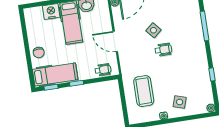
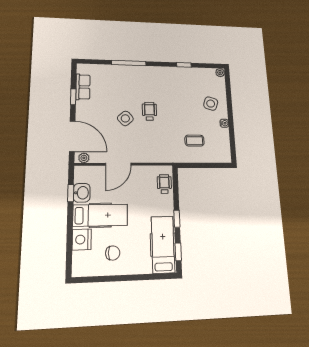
door: (115, 41) -> (118, 164), moved
chair: (39, 52) -> (113, 253), moved
coffee table: (144, 91) -> (194, 141), width x0.54, depth x0.58

